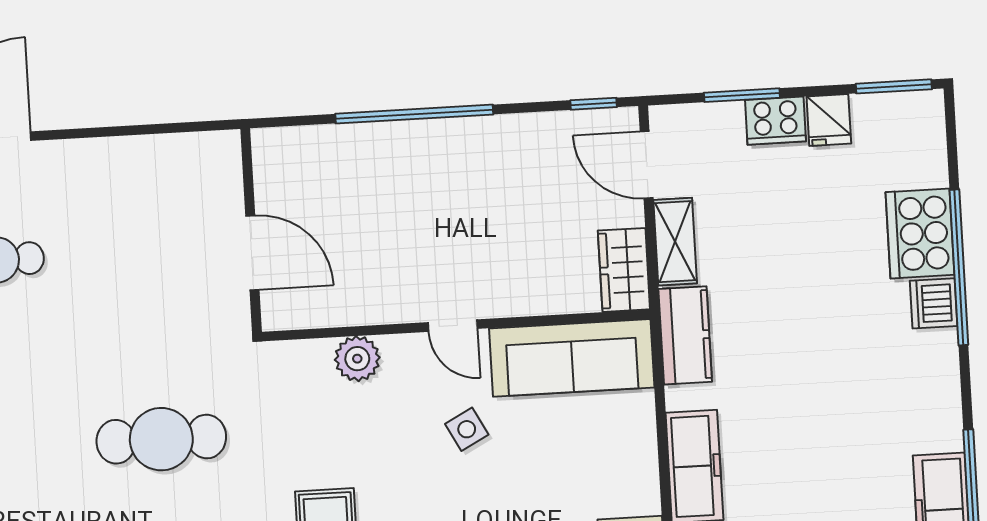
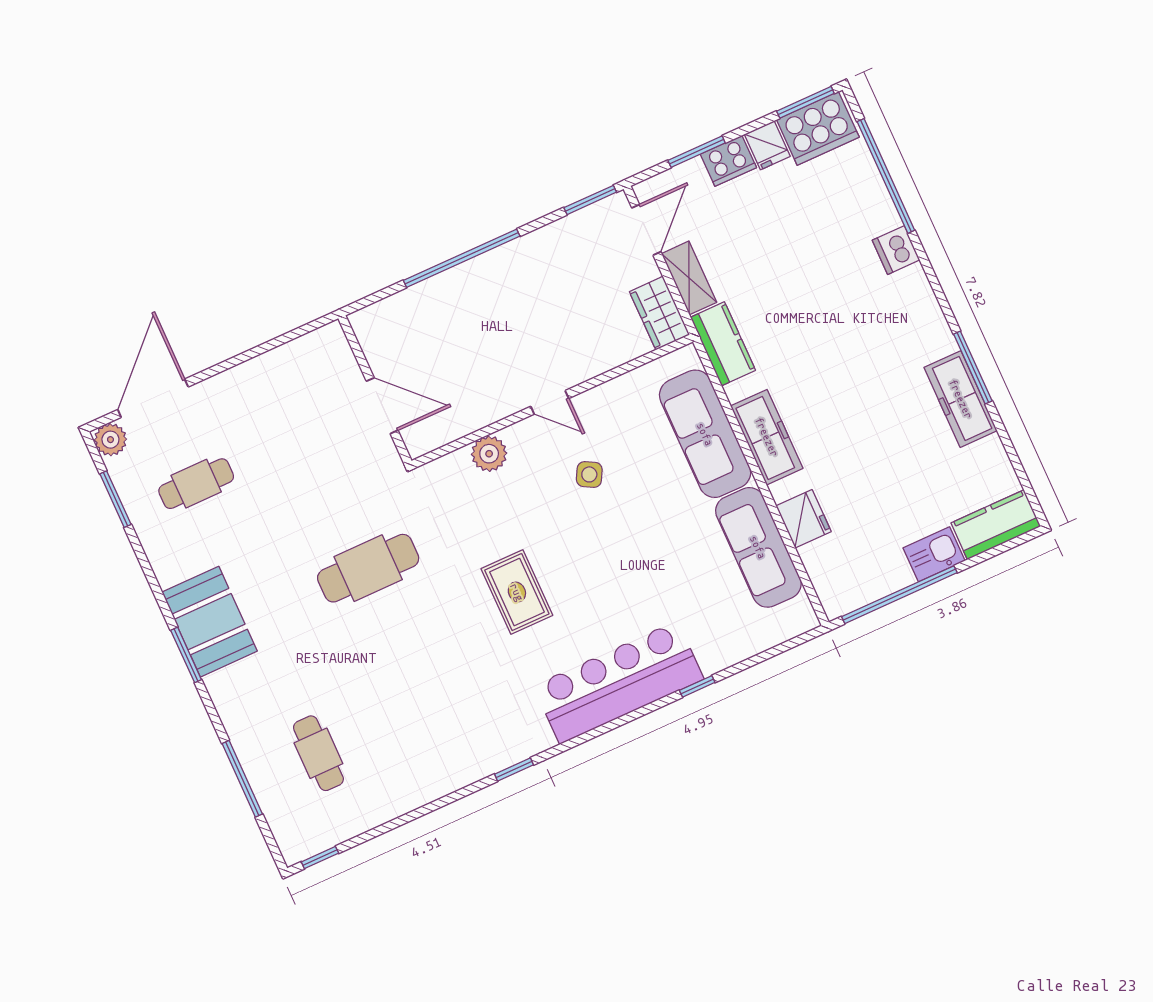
window: (594, 104) -> (590, 200), width x1.50
door: (647, 165) -> (646, 230), swing flipped
cooker: (920, 233) -> (818, 128), moved, turned -90
window: (959, 267) -> (886, 176), moved
sofa: (572, 358) -> (705, 434), moved, turned 90
side table: (467, 429) -> (589, 474), turned -33

